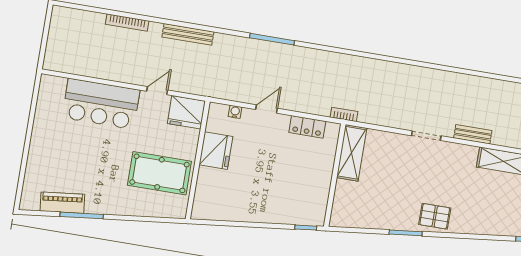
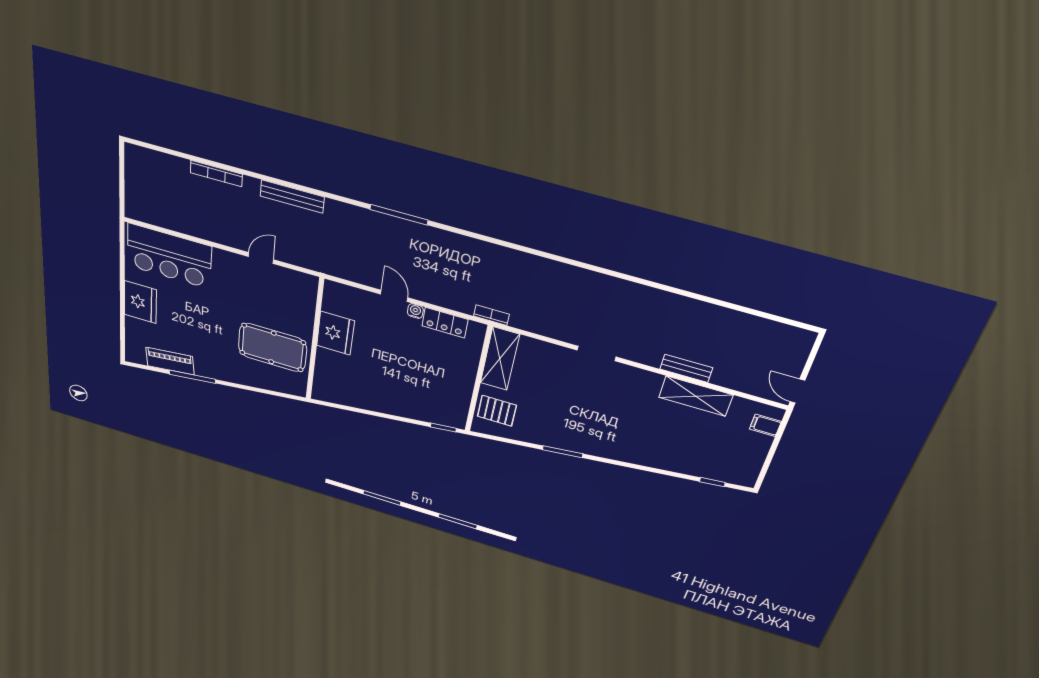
bar counter: (101, 104) -> (169, 256), moved
door: (266, 109) -> (394, 296), hinge flipped
fridge: (186, 112) -> (140, 302), moved, turned -90
water cooler: (235, 112) -> (415, 311), moved
bench: (473, 134) -> (686, 368), moved
pallet: (435, 216) -> (497, 411), moved

